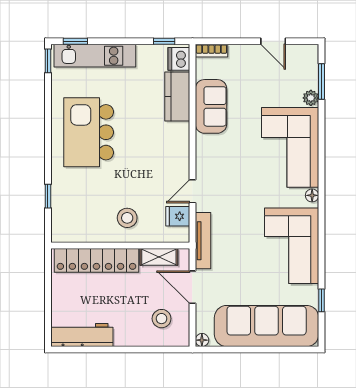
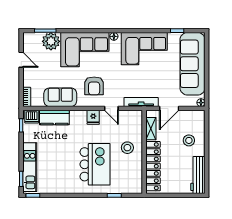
door: (273, 41) -> (21, 60), hinge flipped
plant: (311, 98) -> (51, 41), width x1.87, depth x1.87
kitchen island: (89, 132) -> (95, 164), moved, turned -90
armchair: (230, 162) -> (94, 86), added
fridge: (178, 216) -> (93, 117), moved
stool: (162, 319) -> (189, 140), moved

